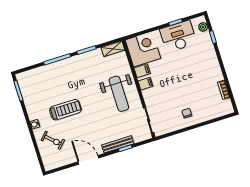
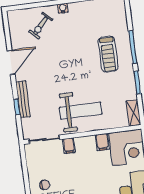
filing cabinet: (145, 84) -> (69, 146), moved
weight bench: (119, 94) -> (81, 111), turned 180
treadmill: (65, 110) -> (108, 54), moved

